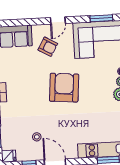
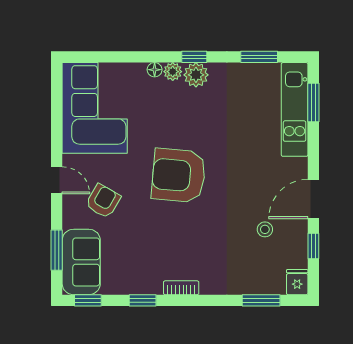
window: (101, 18) -> (57, 250), moved

